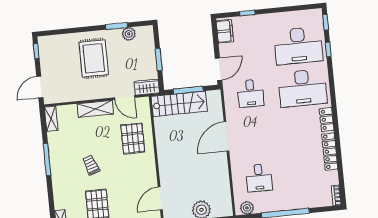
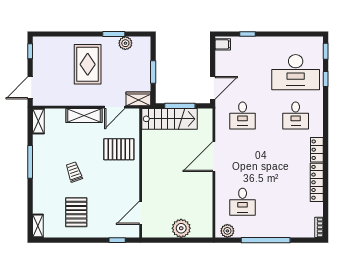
filing cabinet: (225, 31) -> (223, 44), width x0.50
desk: (302, 88) -> (296, 115), width x0.53, depth x0.77
door: (125, 98) -> (115, 107), hinge flipped
pallet: (133, 139) -> (119, 149), turned 90

